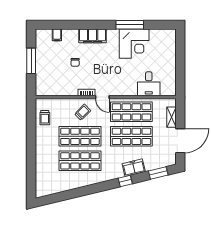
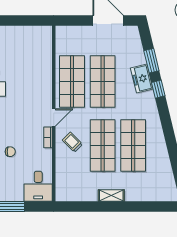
desk: (149, 84) -> (38, 186), moved, turned 90
shelving: (171, 117) -> (111, 196), moved
trolley: (45, 118) -> (79, 189), removed
window: (158, 173) -> (151, 61), moved

